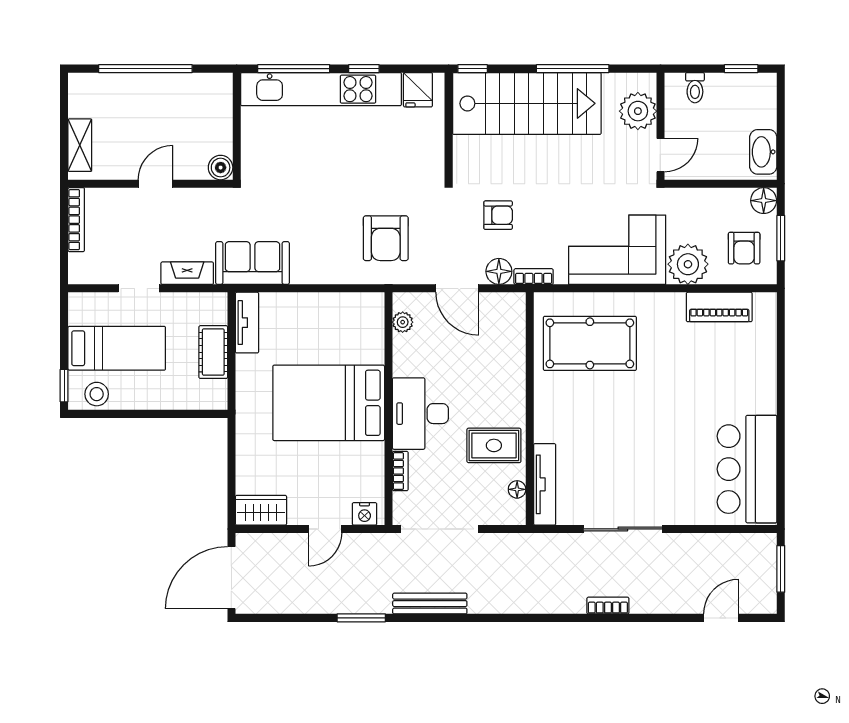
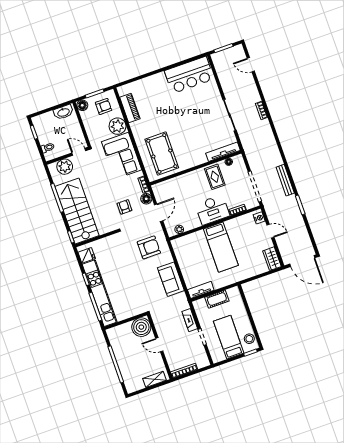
boiler: (221, 168) -> (141, 327), width x1.86, depth x1.86
sofa: (252, 263) -> (171, 279), moved
bed: (329, 403) -> (221, 247), width x0.67

